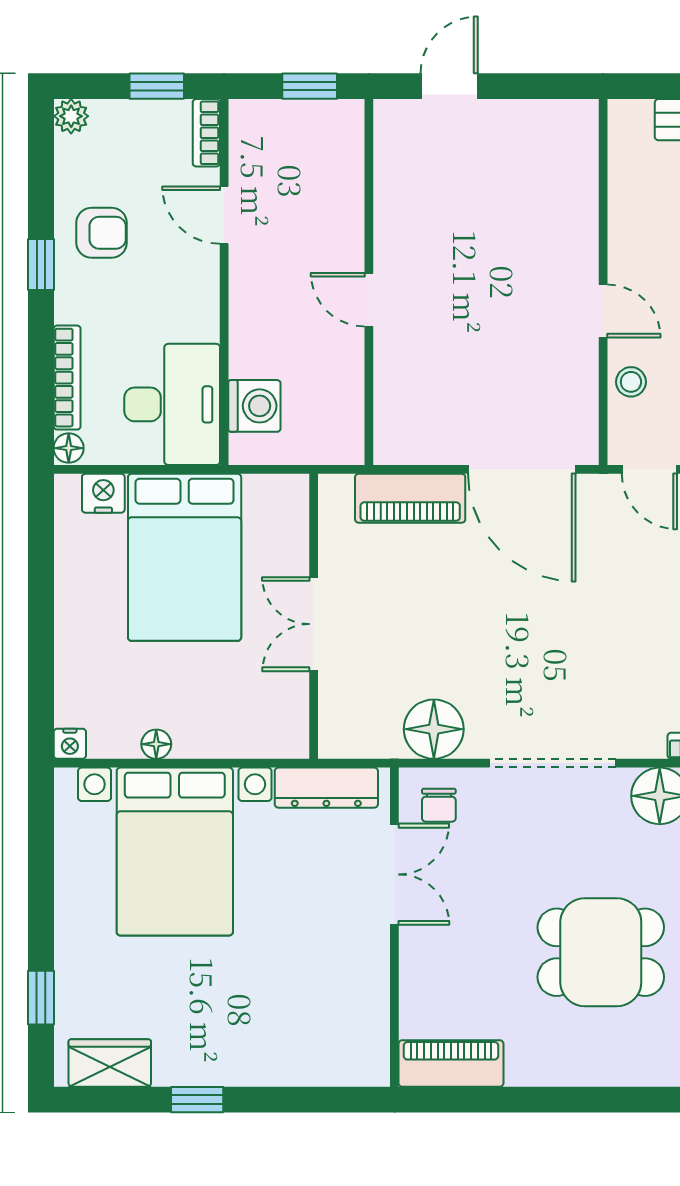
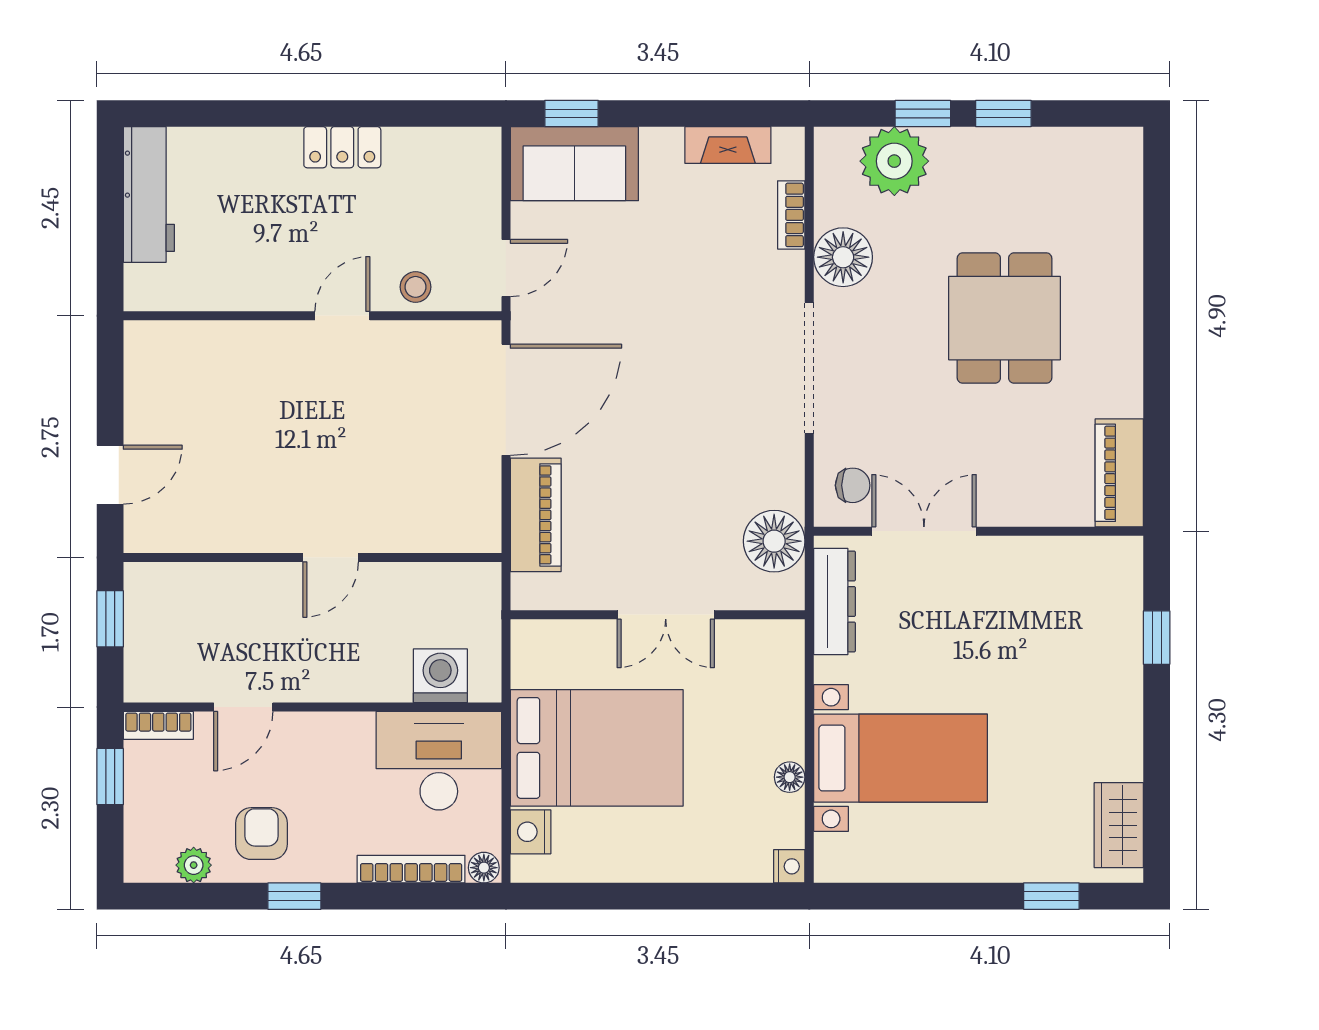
door: (449, 86) -> (110, 475), swing flipped
plant: (71, 116) -> (194, 865), moved
floor lamp: (434, 729) -> (774, 541), moved
bed with nightstands: (175, 852) -> (901, 758), width x0.73
window: (197, 1100) -> (1157, 638), moved

